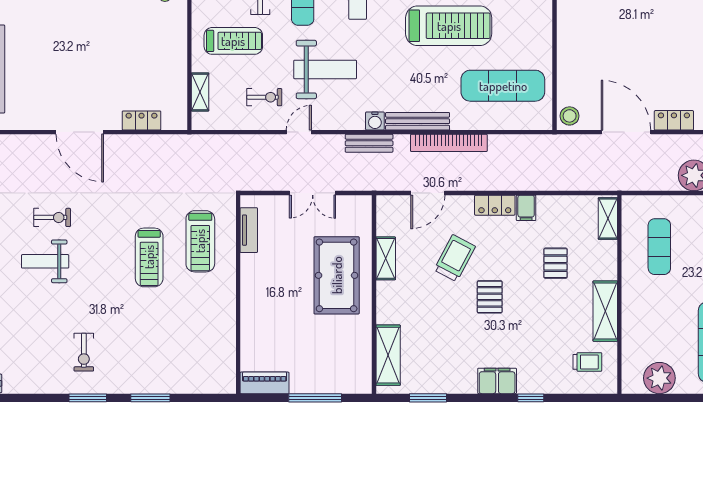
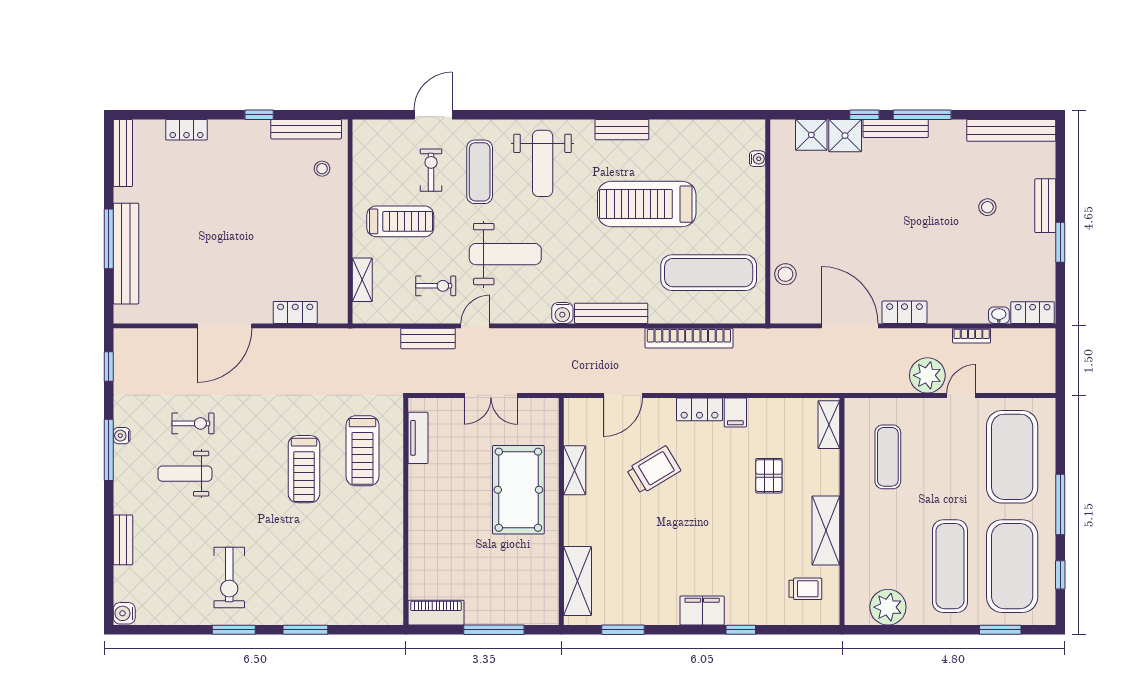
treadmill: (449, 26) -> (647, 204), turned 180
stool: (570, 116) -> (785, 274), moved
door: (80, 132) -> (225, 326), hinge flipped
bench: (369, 143) -> (428, 339), moved
bookcase: (449, 143) -> (689, 338), moved
trolley: (455, 258) -> (654, 470), turned 31
pallet: (490, 297) -> (694, 514), removed
exercise bike: (84, 352) -> (229, 578), width x1.38, depth x1.39

